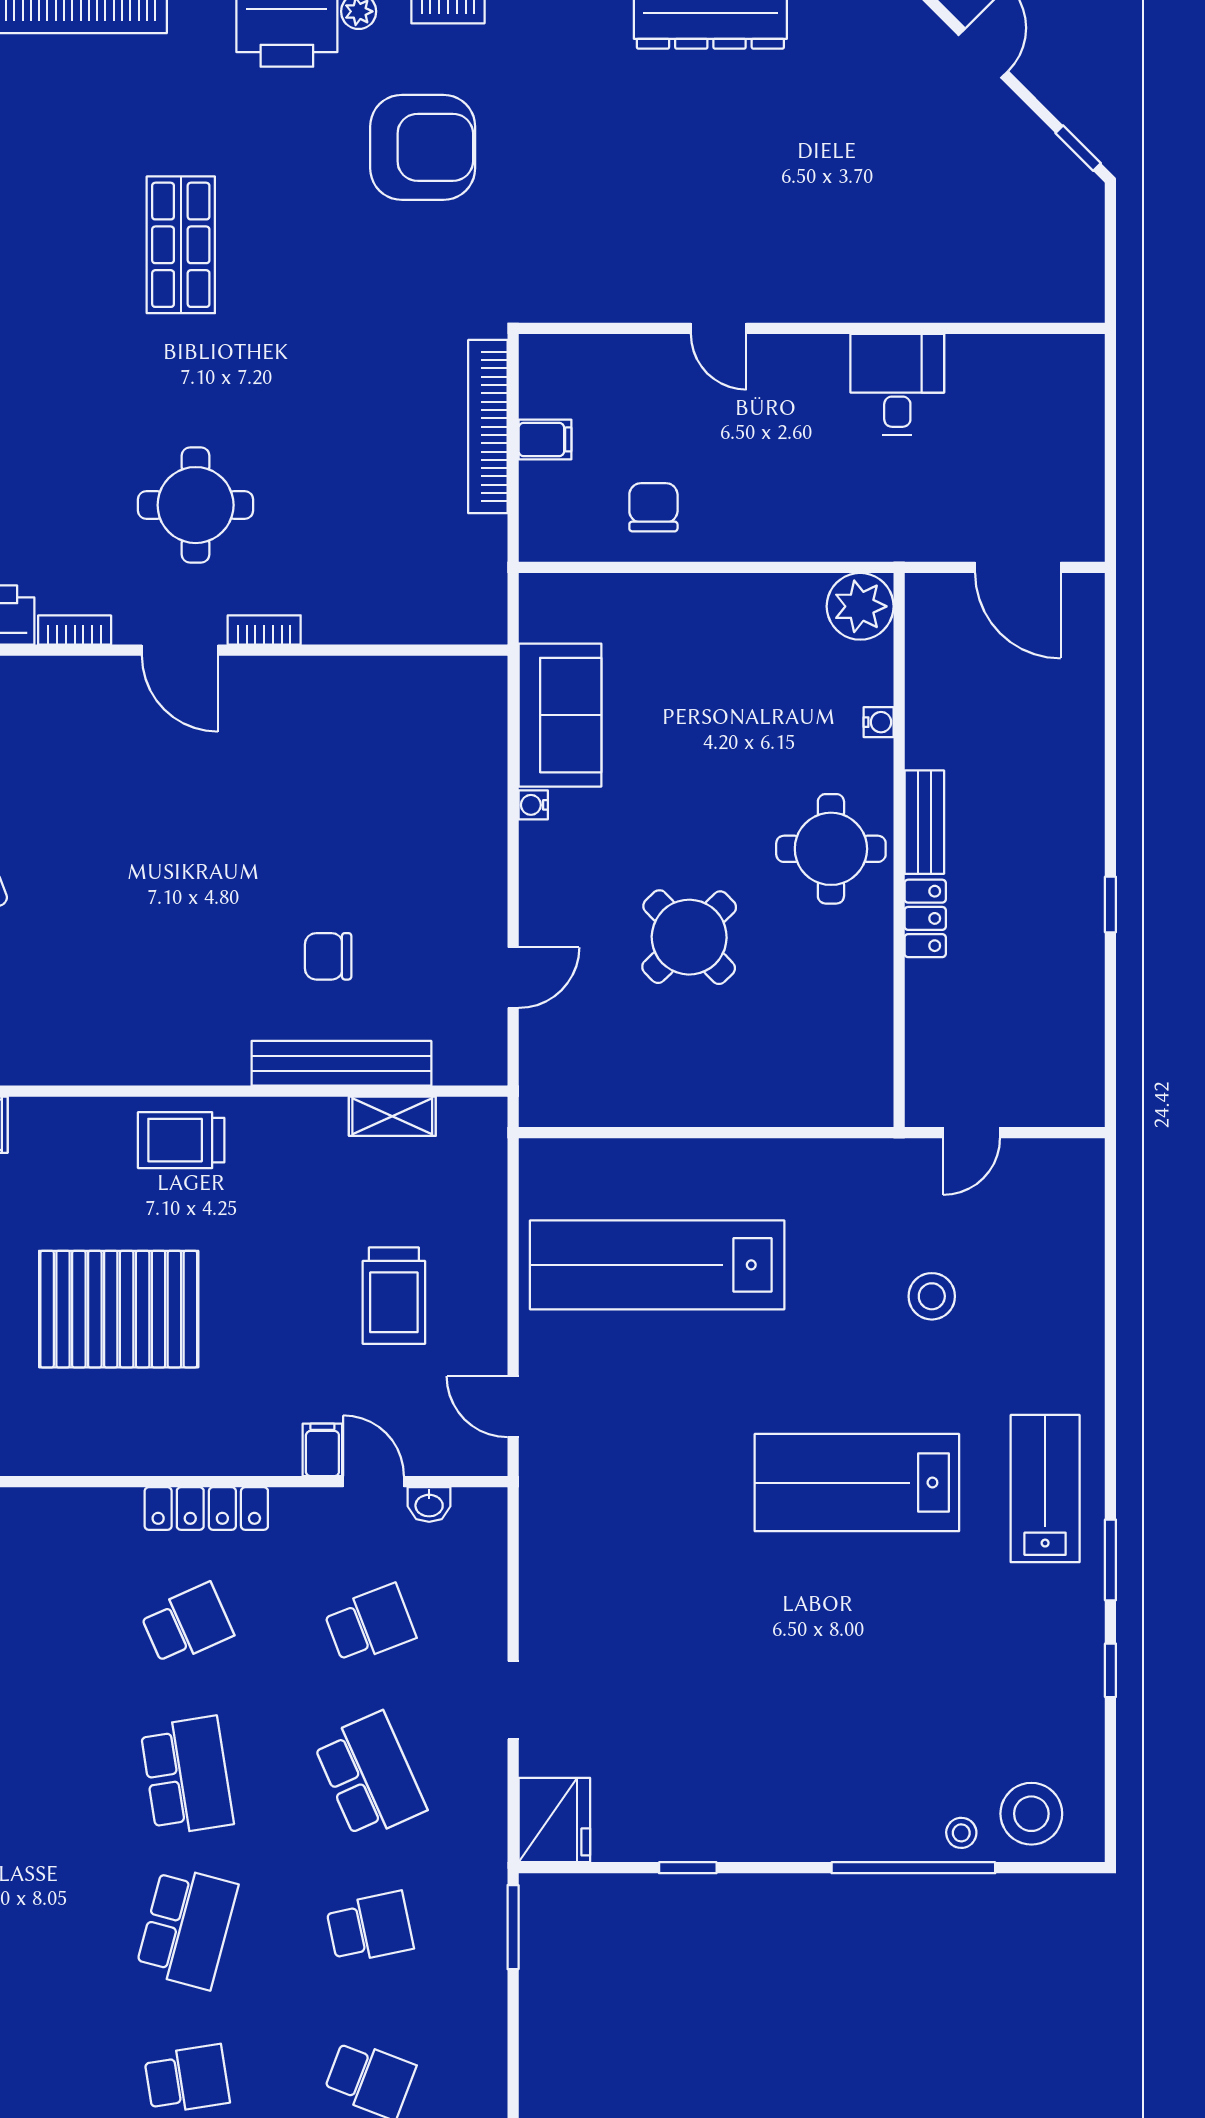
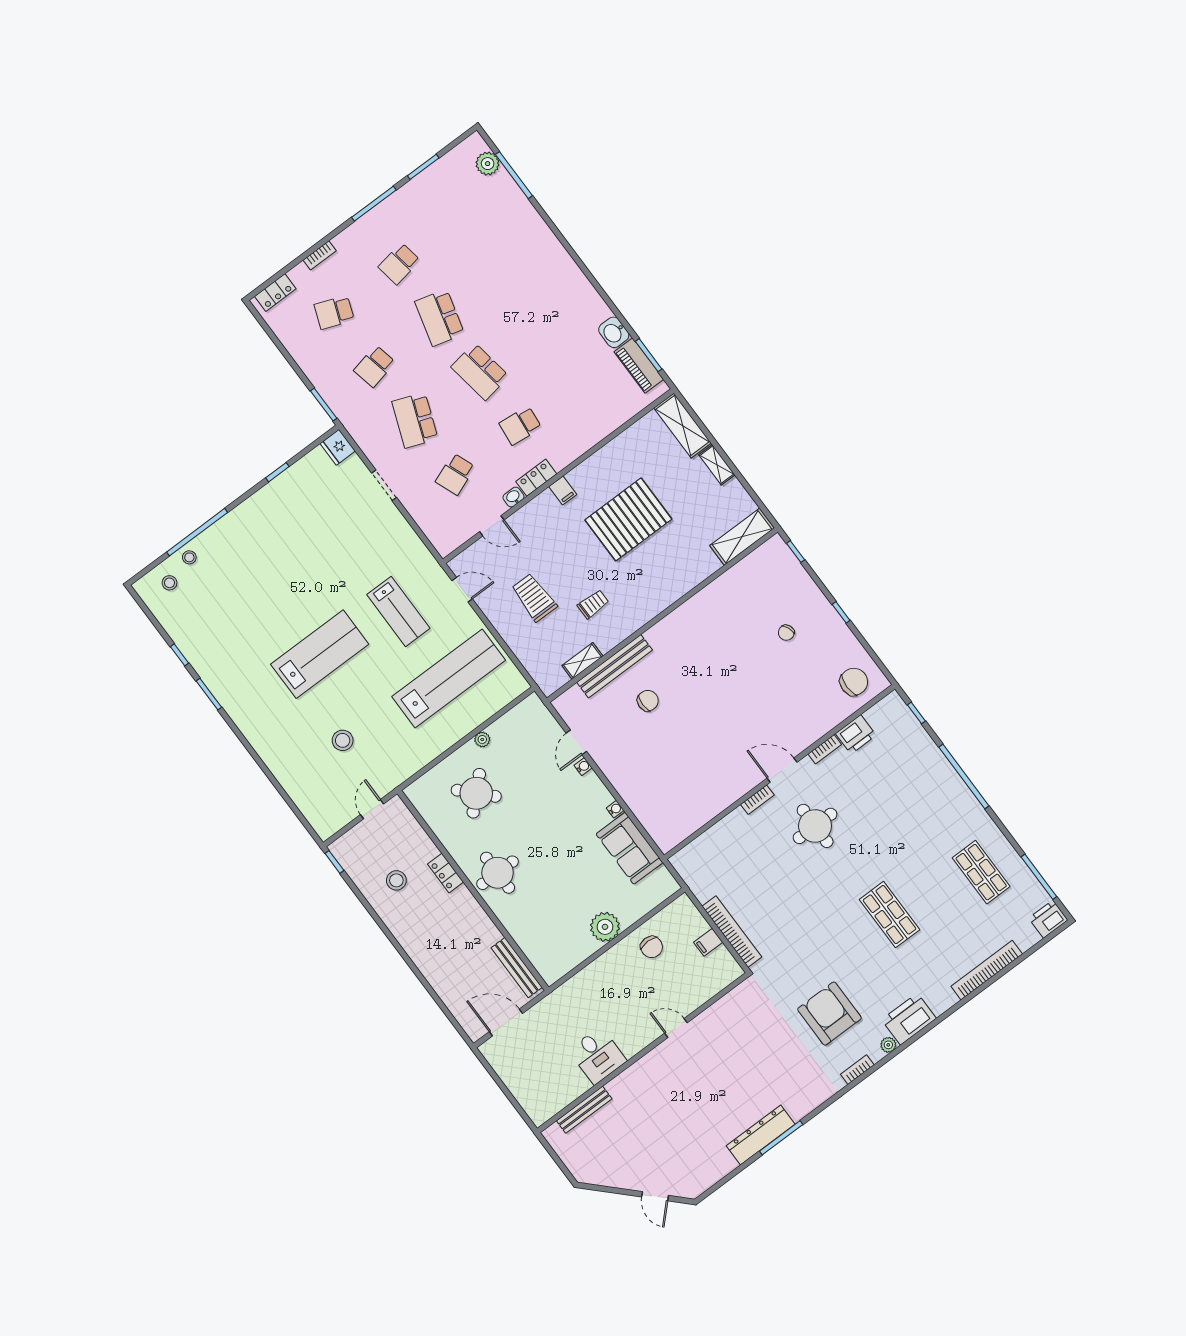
armchair: (423, 147) -> (829, 1014), turned 90
window: (1078, 148) -> (596, 1188), removed
bench: (994, 305) -> (584, 1110), added
plant: (860, 606) -> (605, 927), moved
water cooler: (879, 722) -> (583, 767), moved, turned 180
bench: (924, 822) -> (517, 968), moved, width x1.36
window: (1110, 904) -> (334, 862), moved
round table: (689, 937) -> (476, 793), moved
stool: (1024, 971) -> (396, 880), added
plant: (679, 1110) -> (482, 739), added
trolley: (181, 1140) -> (593, 604), moved, width x0.73, depth x0.72
filing cabinet: (322, 1450) -> (563, 490), moved
lab bench: (1045, 1489) -> (398, 611), moved
washbasin: (429, 1505) -> (513, 497), moved
locker: (206, 1509) -> (536, 478), width x0.66
school desk: (187, 1624) -> (520, 426), turned 30
school desk: (370, 1776) -> (415, 420), turned 45
stool: (1031, 1814) -> (169, 583), width x0.53, depth x0.53
fridge: (554, 1820) -> (338, 447), width x0.73, depth x0.75

